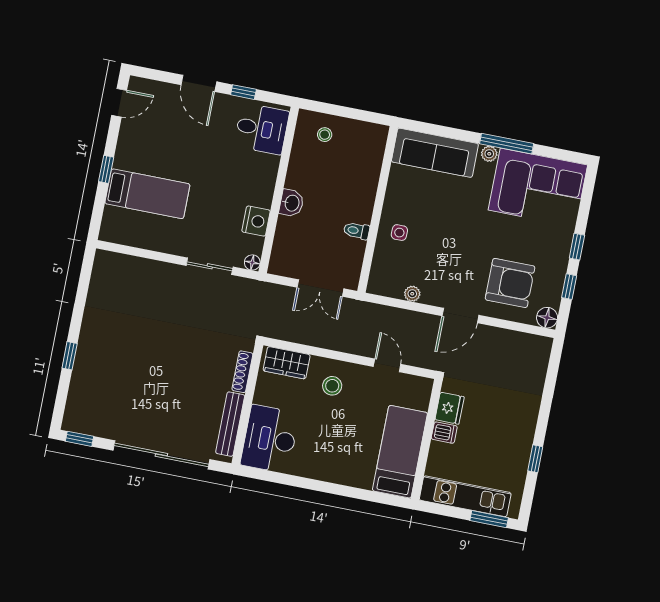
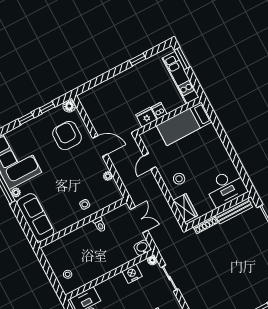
washbasin: (291, 203) -> (142, 248), moved

